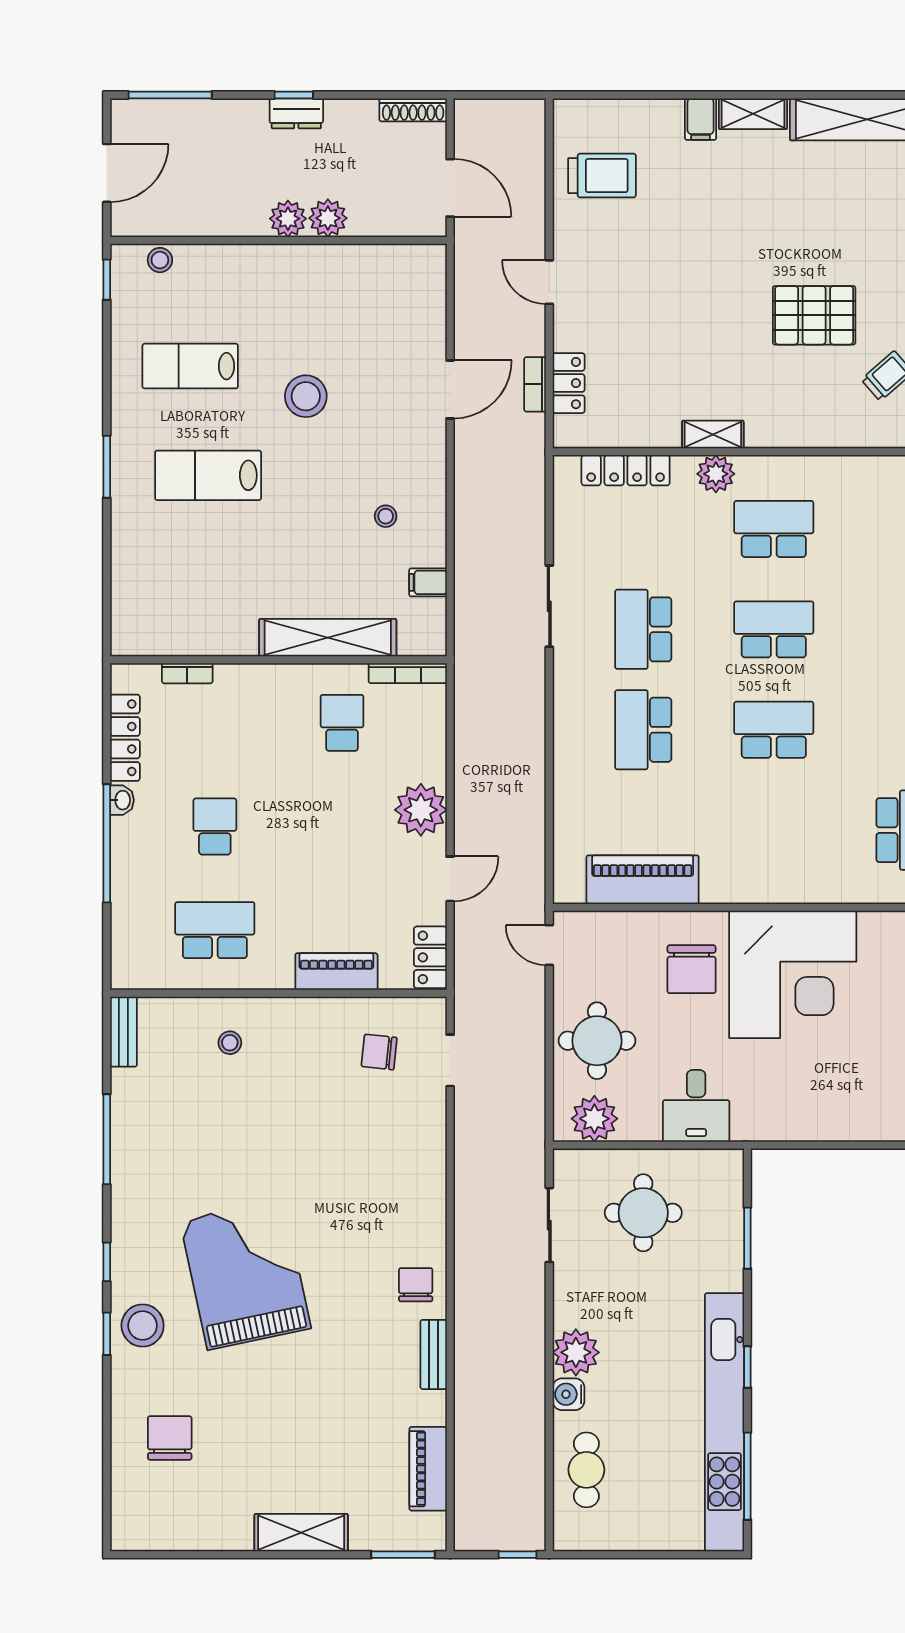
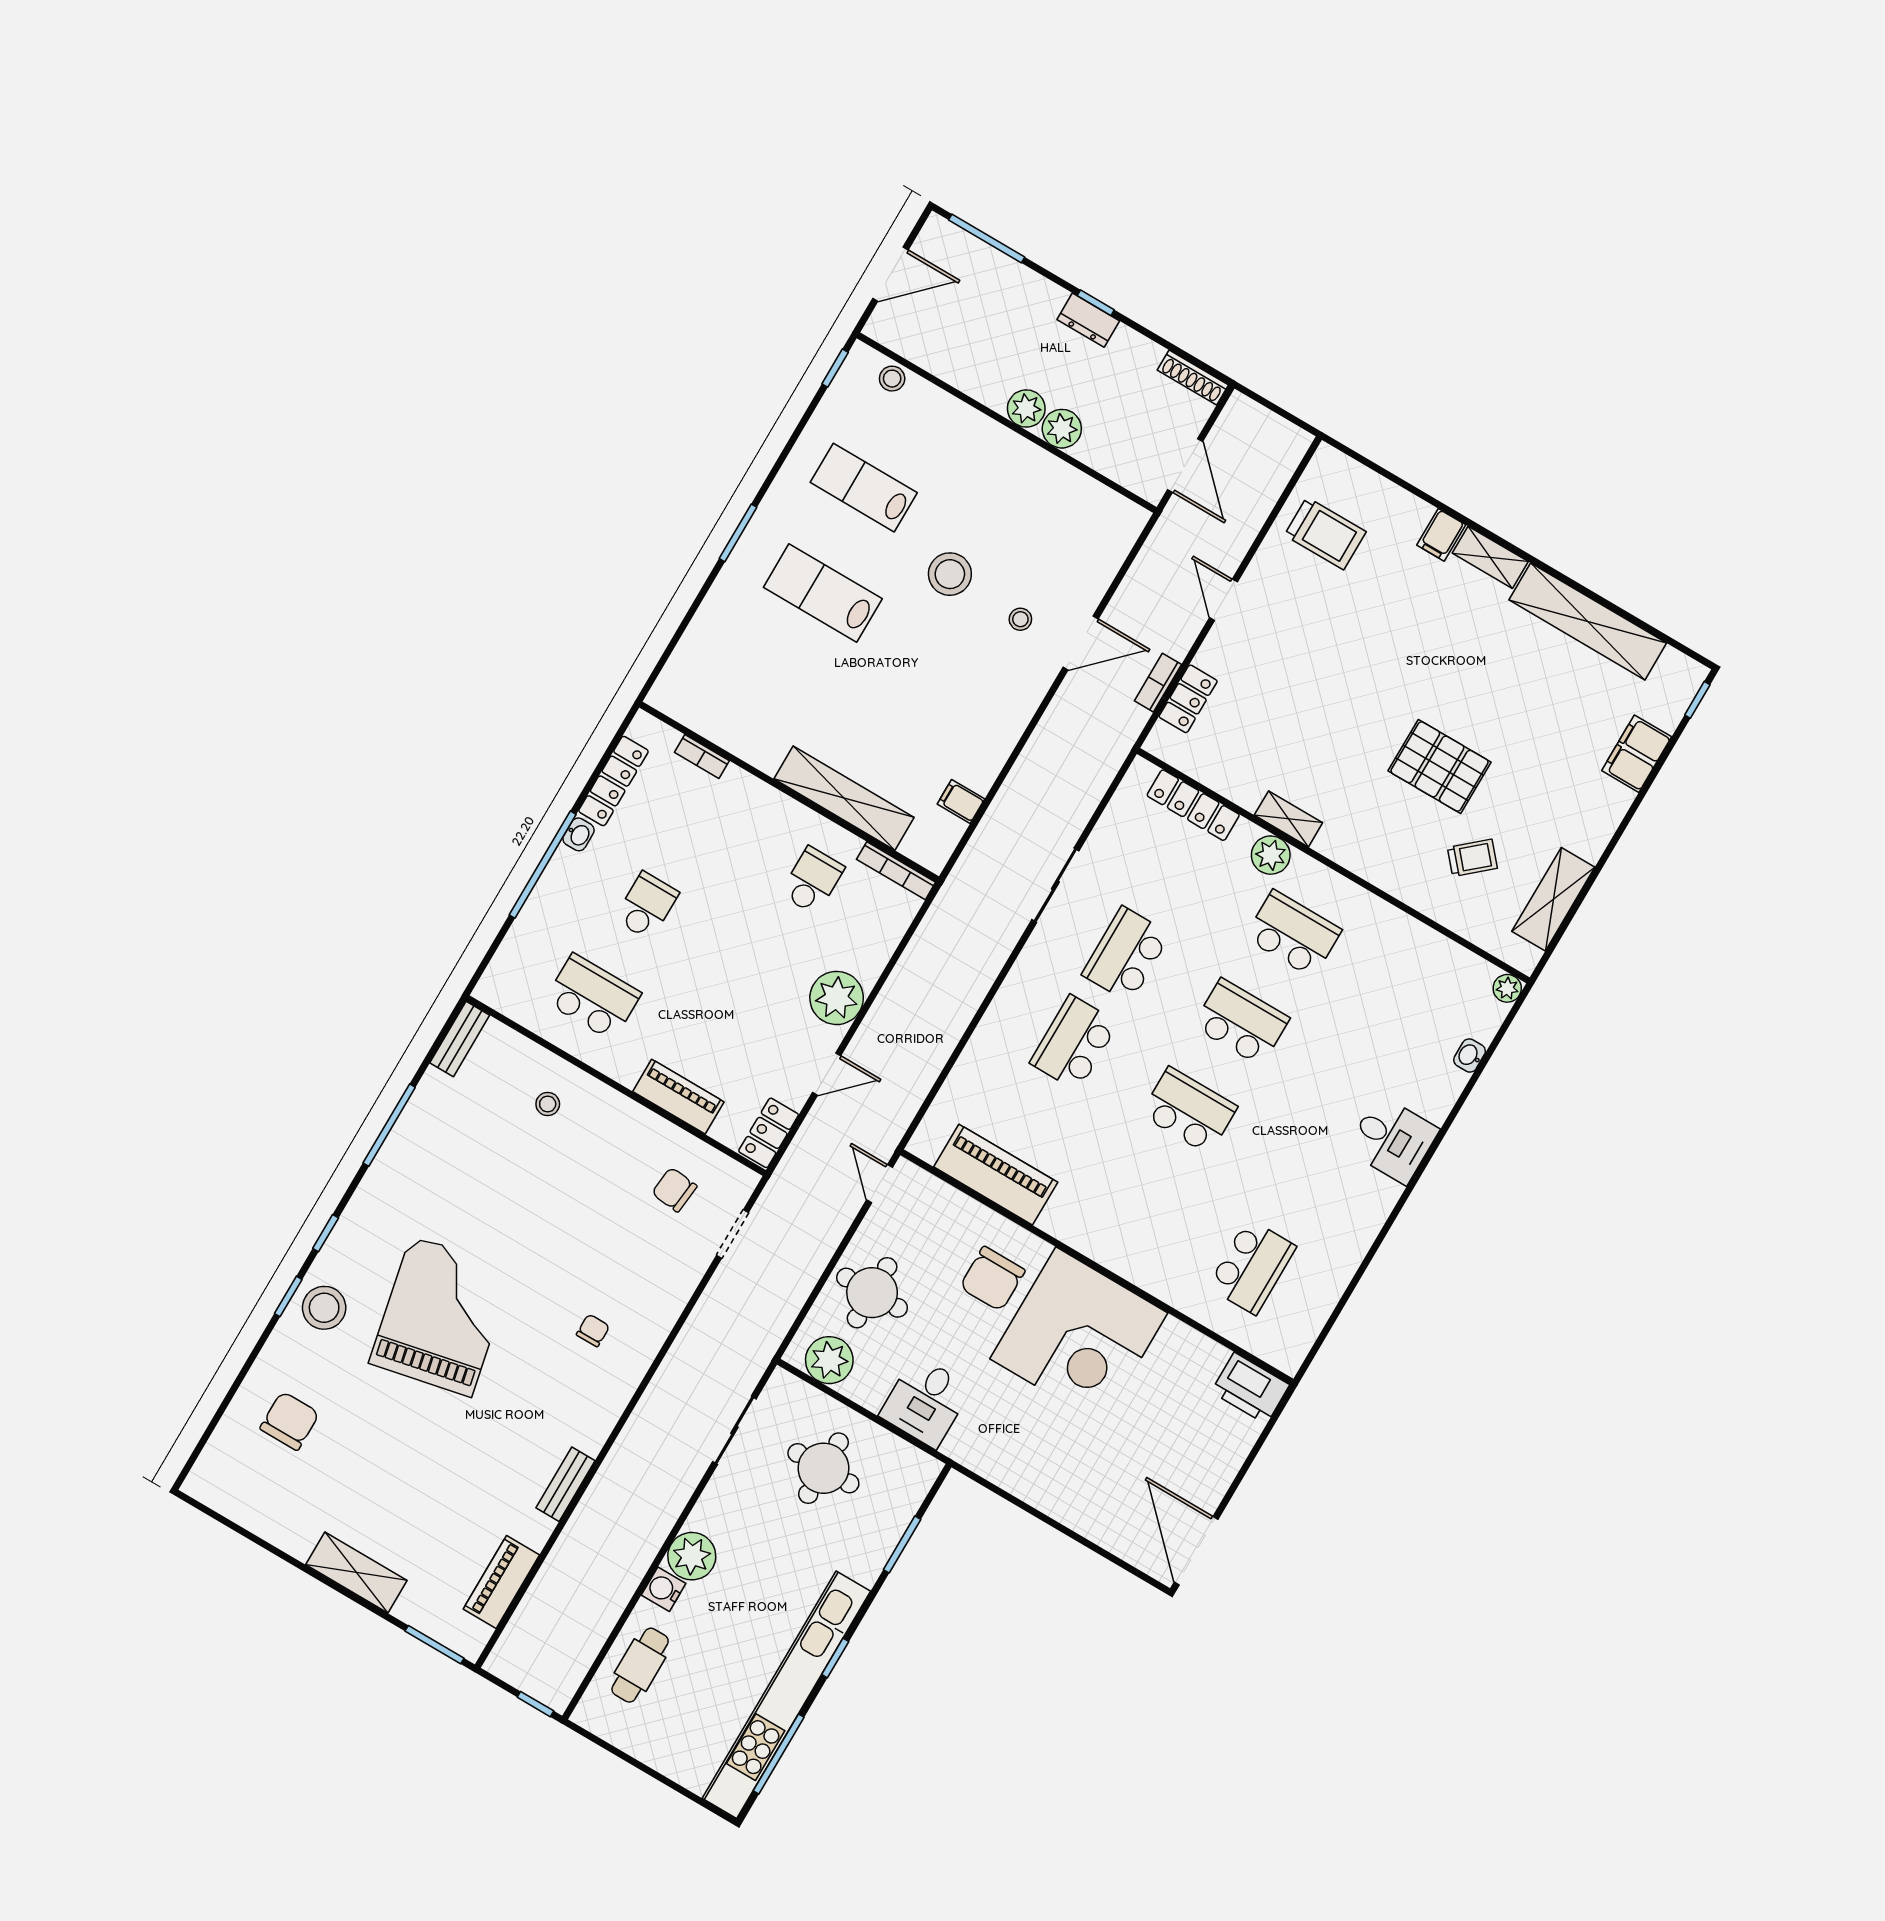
stool: (386, 516) -> (1020, 619), moved
chair: (416, 1285) -> (593, 1330), moved, width x0.73, depth x0.73

